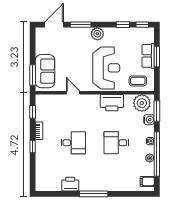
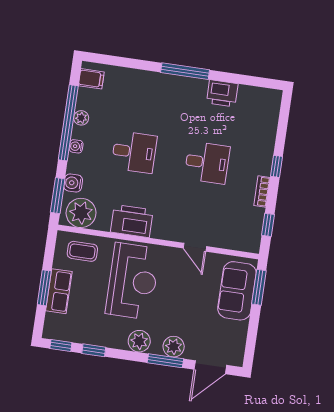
plant: (77, 34) -> (174, 347), added
reception desk: (106, 68) -> (133, 281), turned 180
desk: (73, 143) -> (207, 163), turned 180

